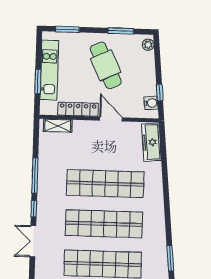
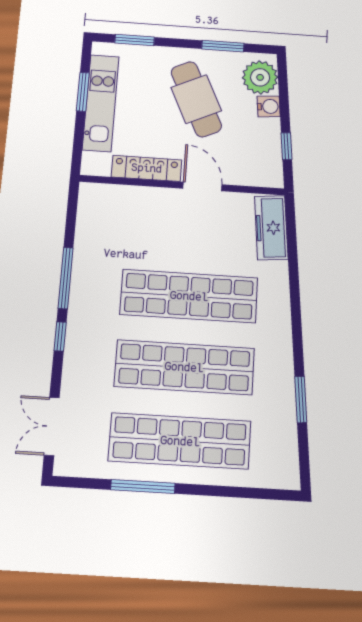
plant: (148, 45) -> (260, 77), width x1.87, depth x1.87
window: (38, 81) -> (83, 92), moved
water cooler: (151, 103) -> (269, 106), moved
shelving: (58, 126) -> (110, 194), removed
double door: (33, 241) -> (52, 426), moved
window: (170, 258) -> (301, 399), moved

